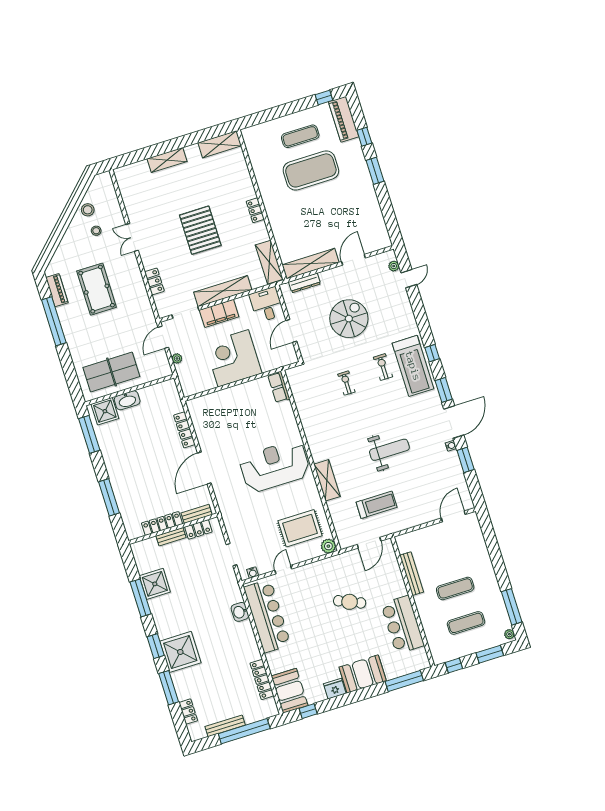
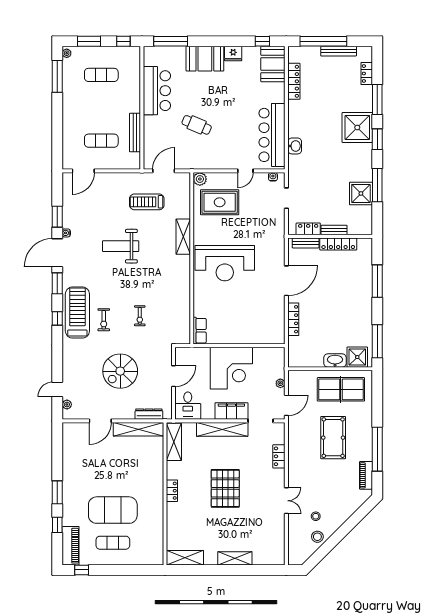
pool table: (97, 289) -> (333, 438), moved
exercise mat: (455, 588) -> (101, 141), moved

